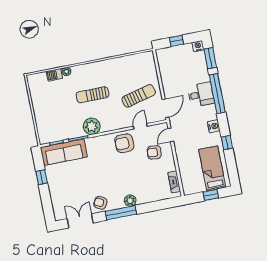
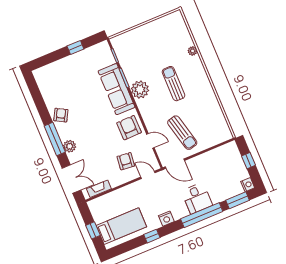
barbecue: (54, 75) -> (186, 39), removed
sofa: (64, 152) -> (116, 89), moved
double door: (80, 221) -> (72, 179), moved

